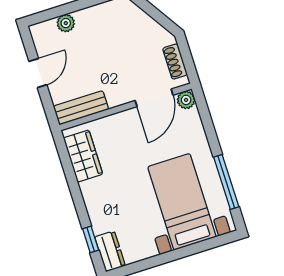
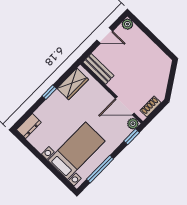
plant: (66, 23) -> (127, 24), moved
window: (204, 112) -> (132, 137), added
window: (91, 239) -> (49, 92), moved

